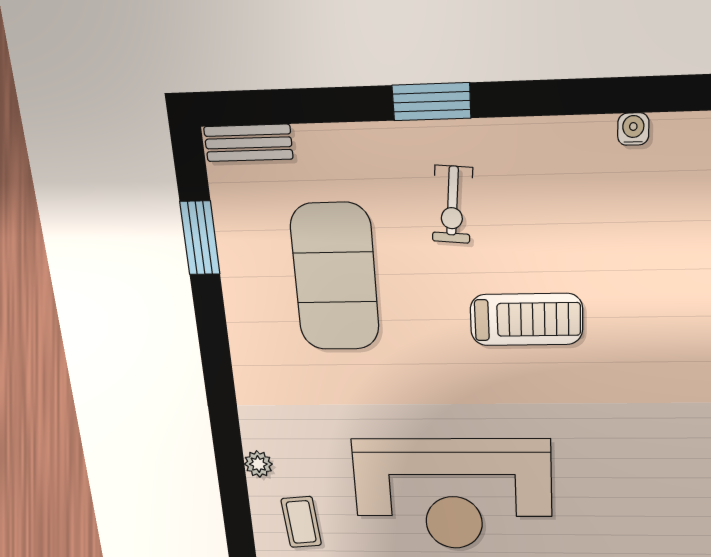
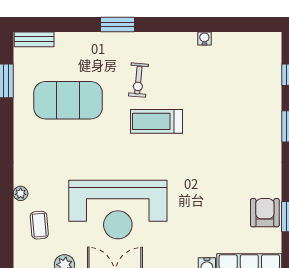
exercise bike: (452, 205) -> (138, 80), moved
exercise mat: (335, 277) -> (68, 100), turned 90
treadmill: (526, 320) -> (156, 121), turned 180

